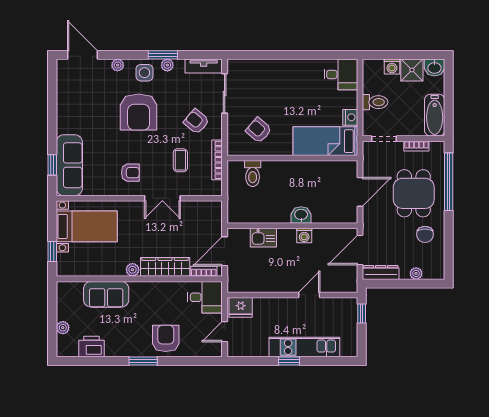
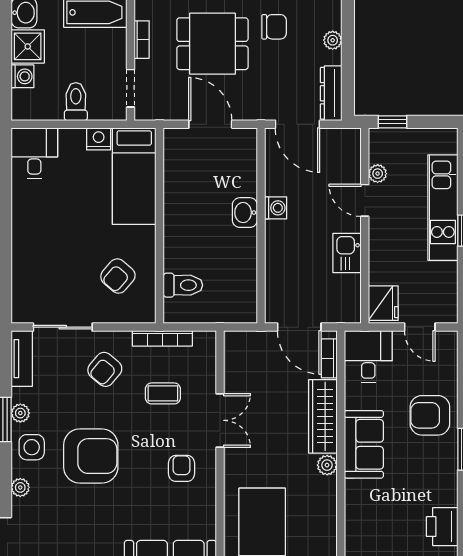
kitchen sink: (263, 238) -> (347, 253), moved, turned 180
sofa: (106, 294) -> (364, 444), moved
plant: (327, 303) -> (378, 174), added

